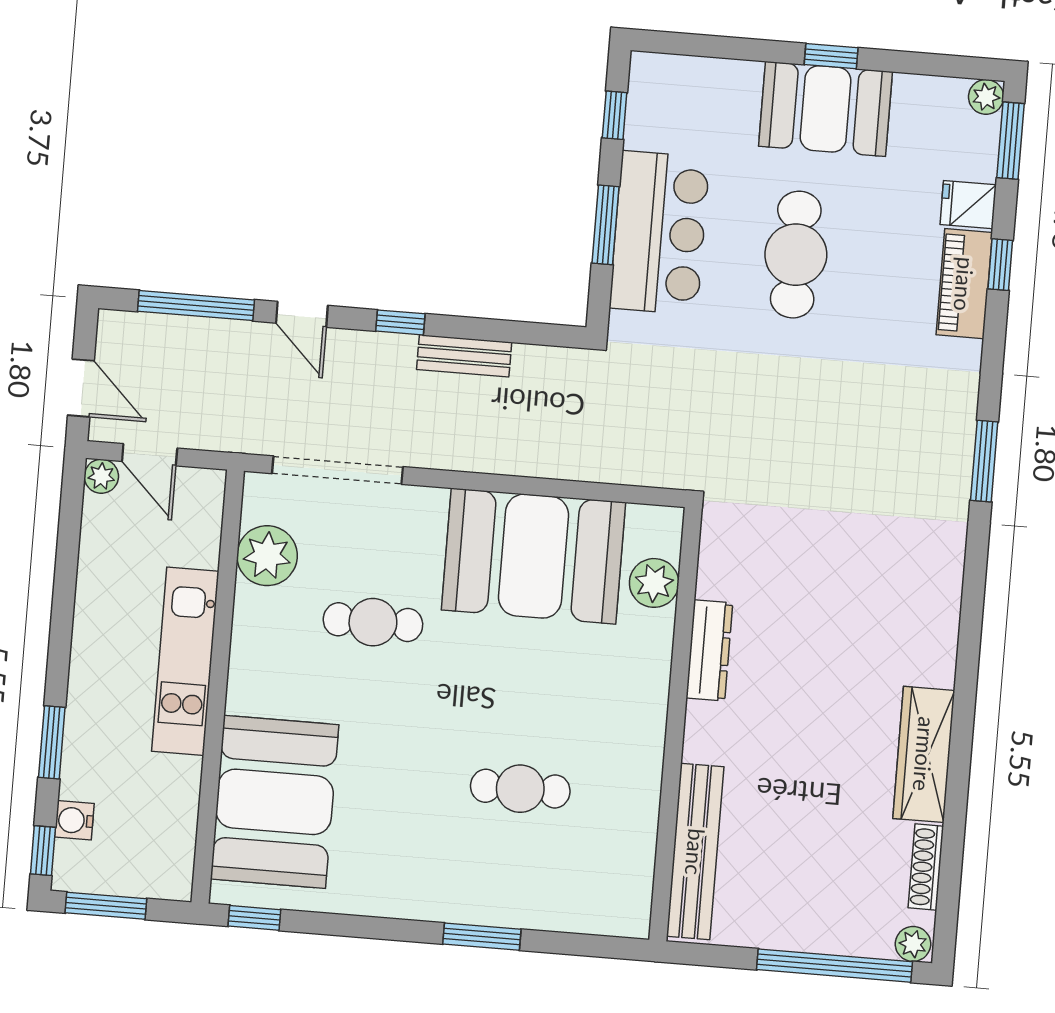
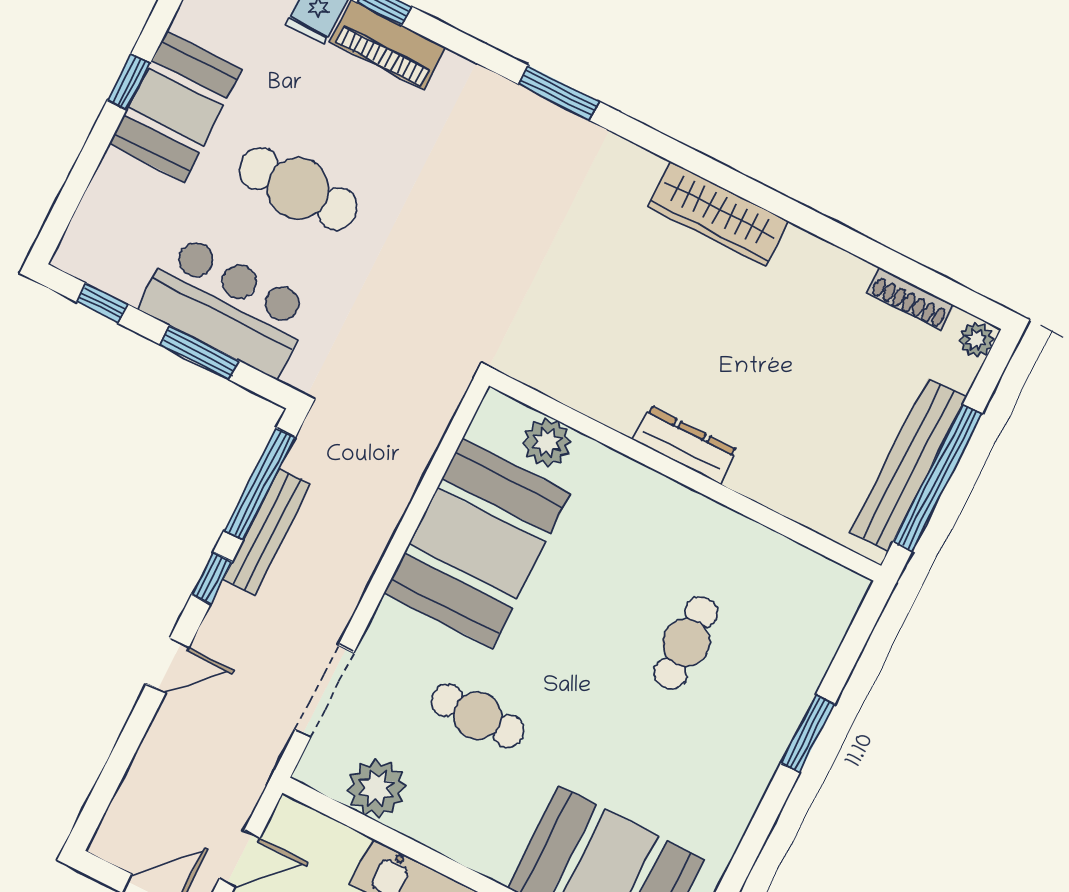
window: (196, 306) -> (260, 484), moved
bench: (464, 356) -> (267, 532), width x1.36
doorway: (337, 470) -> (324, 691), width x0.73
cafe table: (373, 622) -> (478, 716), turned 90
dresser: (709, 650) -> (685, 445), moved
wardrobe: (924, 754) -> (718, 214), moved
bench: (695, 852) -> (908, 465), moved, turned 90
window: (835, 966) -> (937, 478), moved

